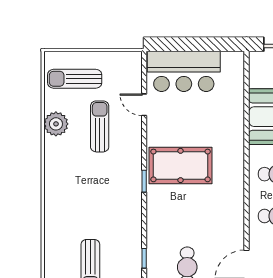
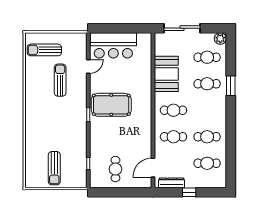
door: (144, 105) -> (88, 66), swing flipped
plant: (56, 124) -> (33, 79), removed

